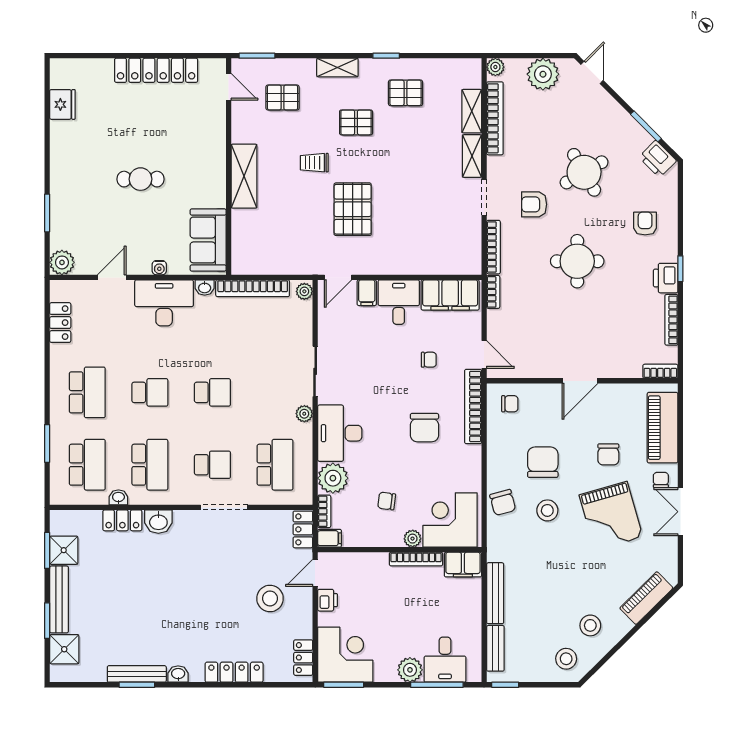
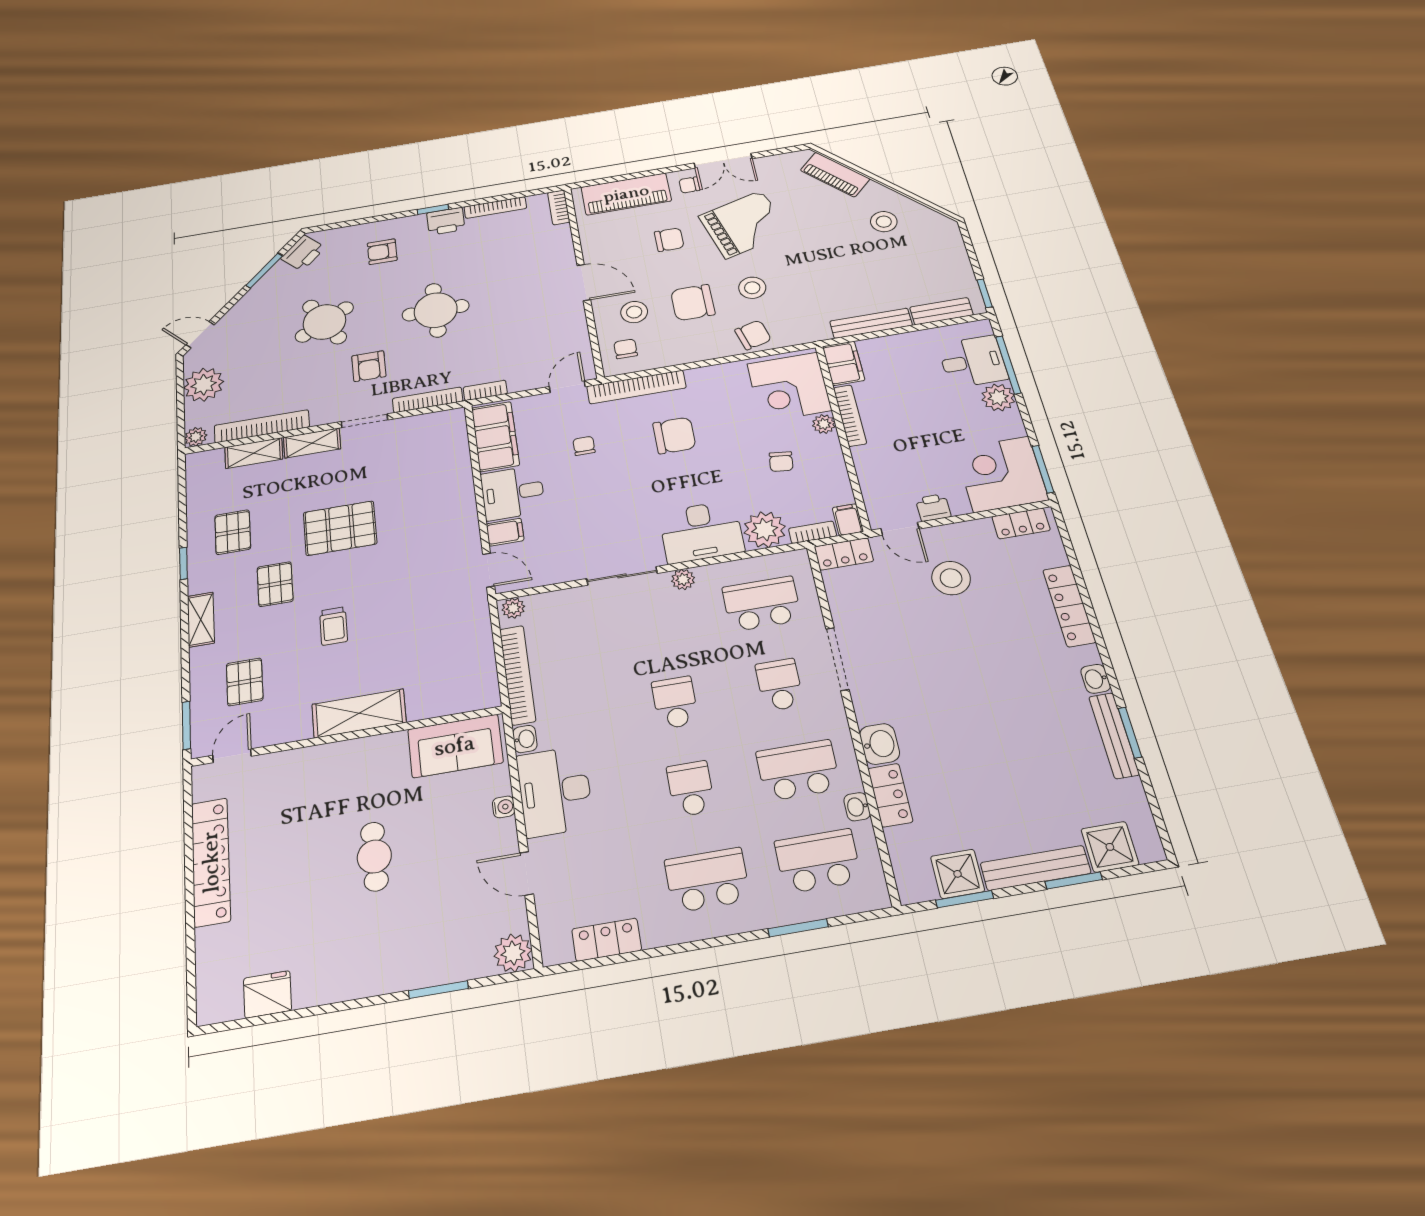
pallet: (353, 209) -> (340, 528), moved
stool: (566, 659) -> (634, 312), moved

